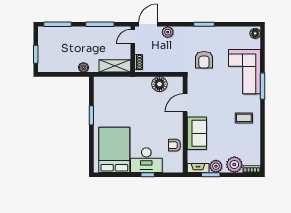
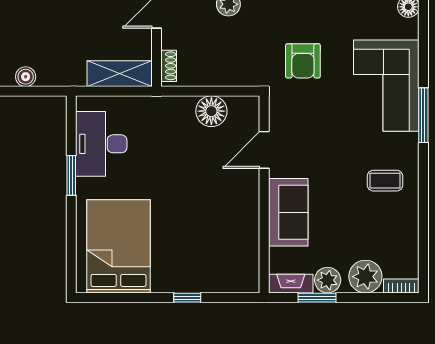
boiler: (83, 67) -> (26, 77), moved
armchair: (174, 145) -> (242, 237), removed
desk: (146, 160) -> (101, 144), moved, turned 90

